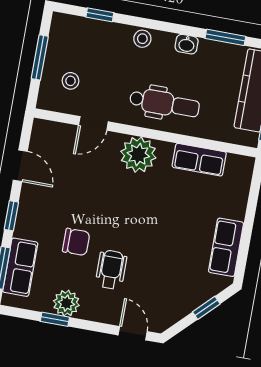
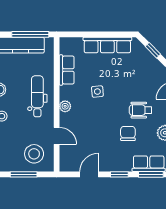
stool: (70, 81) -> (34, 154), width x1.89, depth x1.89
plant: (138, 155) -> (65, 106), width x0.53, depth x0.53
side table: (155, 204) -> (97, 92), added
row of seats: (226, 247) -> (107, 45), width x1.48

